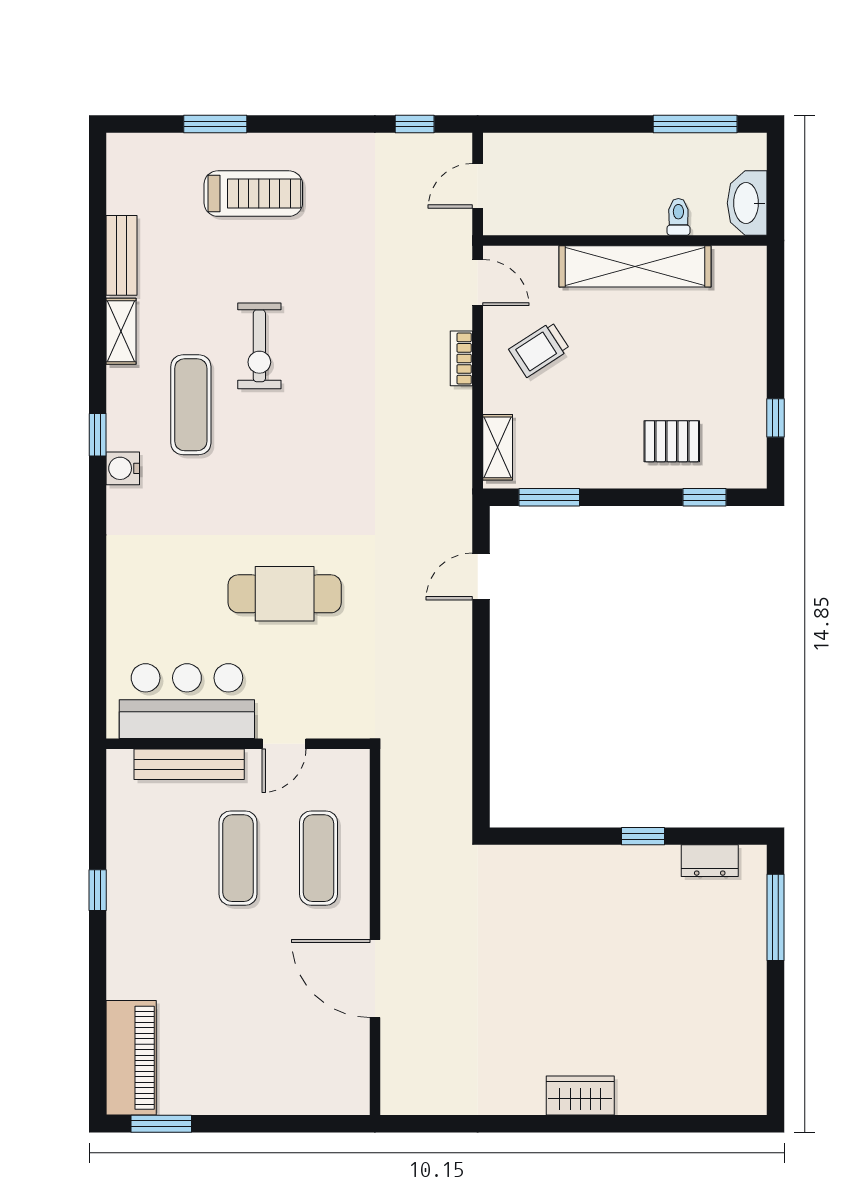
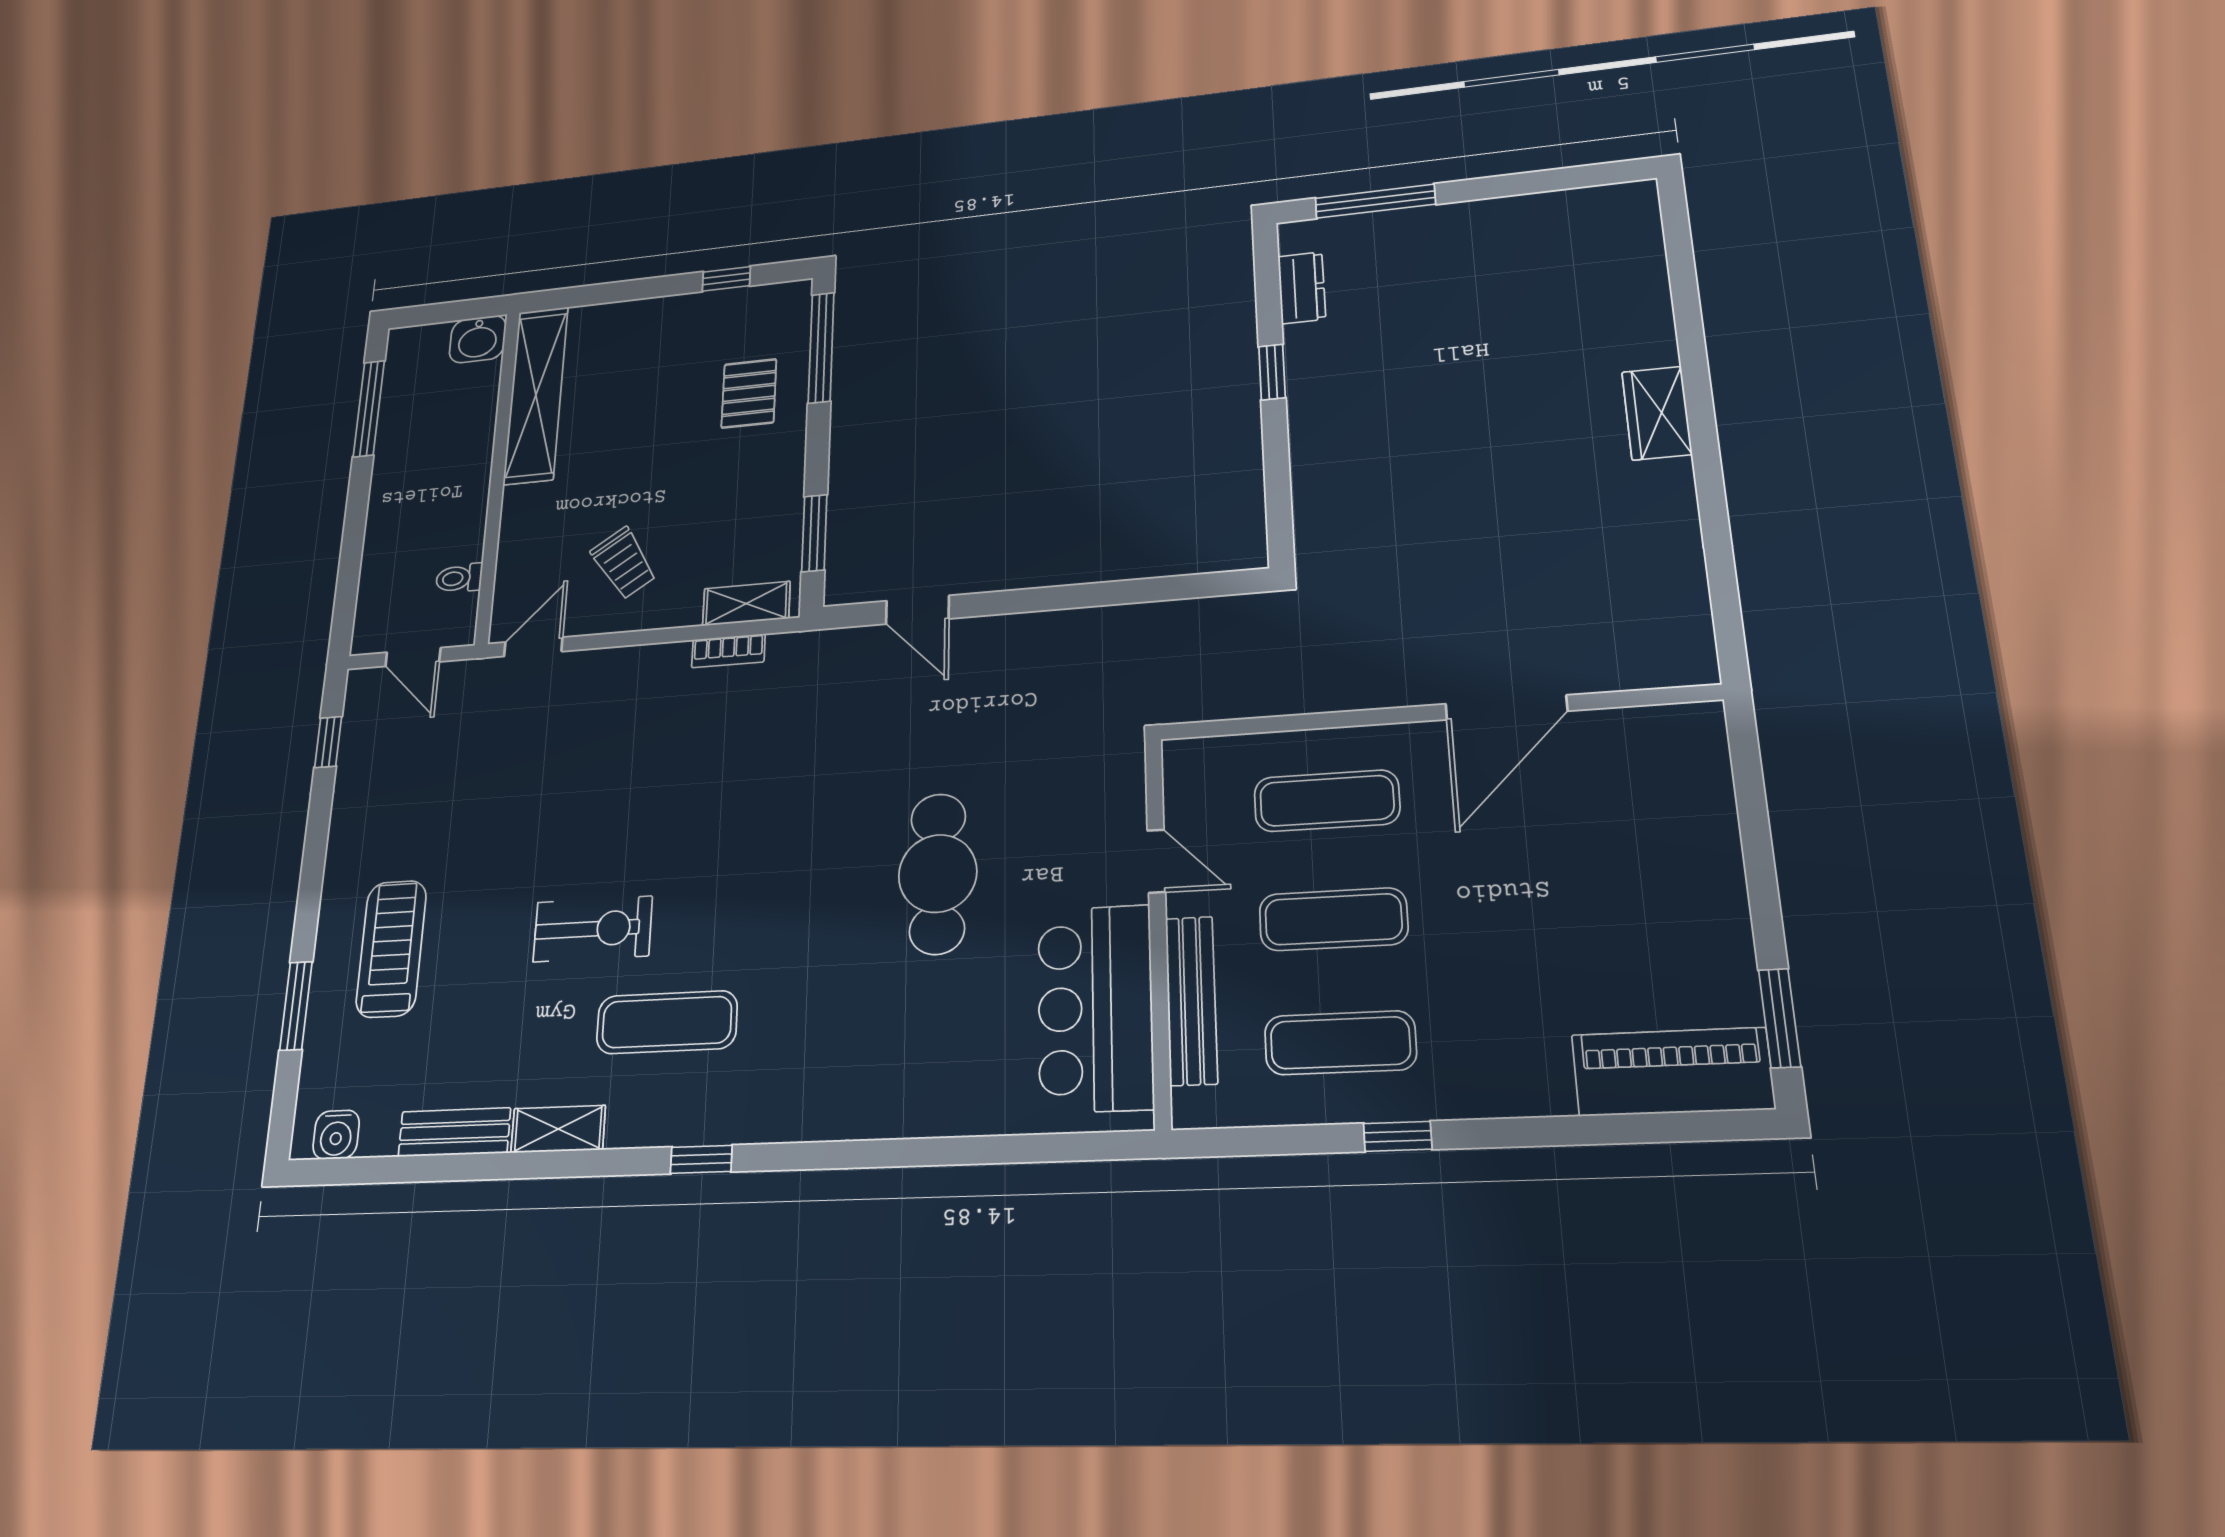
washbasin: (747, 203) -> (478, 339), width x0.72
toilet: (678, 217) -> (459, 578), moved
shelving: (635, 266) -> (536, 395), moved
bookcase: (461, 358) -> (728, 651), moved
water cooler: (123, 468) -> (336, 1135), moved
window: (705, 497) -> (821, 348), width x2.17
exercise mat: (157, 858) -> (1340, 1043), added

